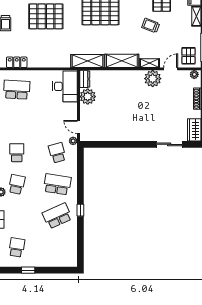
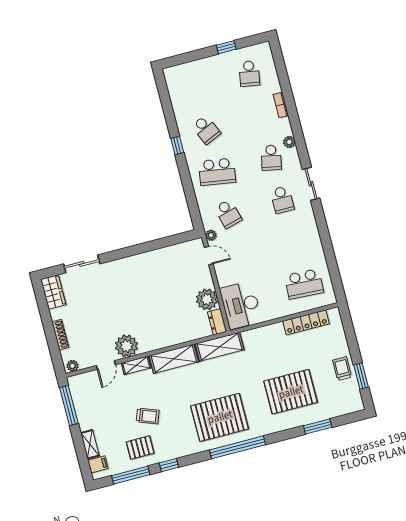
pallet: (188, 56) -> (87, 389), removed
locker: (17, 62) -> (306, 322), width x1.53
school desk: (57, 216) -> (206, 130), width x0.54

